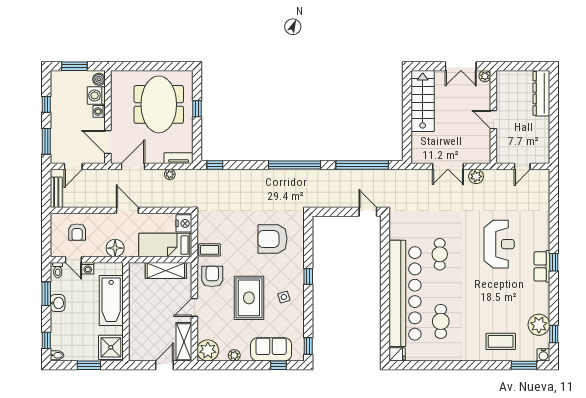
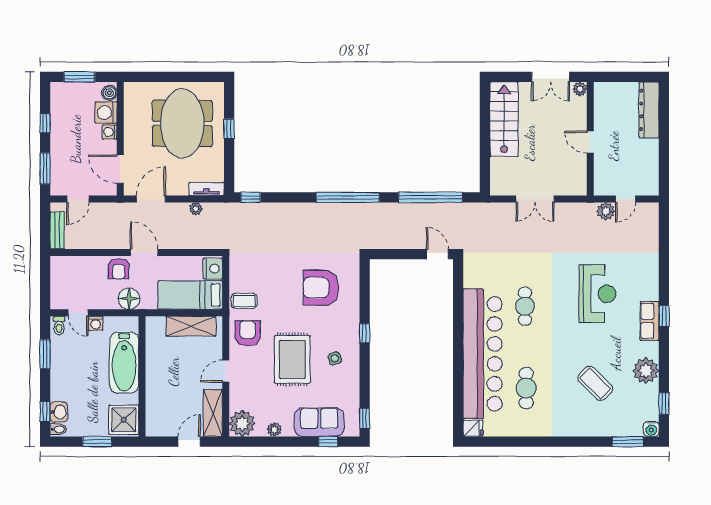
plant: (476, 176) -> (606, 211), moved
armchair: (77, 232) -> (119, 269), moved
washbasin: (58, 303) -> (59, 412), moved
plant: (539, 325) -> (646, 371), moved
coffee table: (501, 341) -> (595, 383), moved, turned 45

